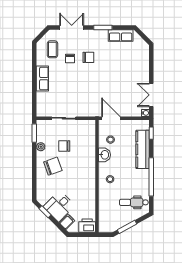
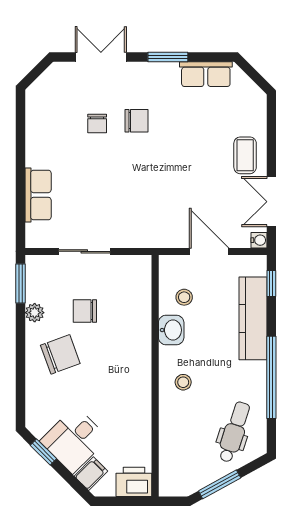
coffee table: (52, 49) -> (245, 155), moved
row of seats: (42, 79) -> (38, 195), moved
door: (111, 118) -> (209, 251), moved
dental chair: (134, 202) -> (234, 432), turned 108

